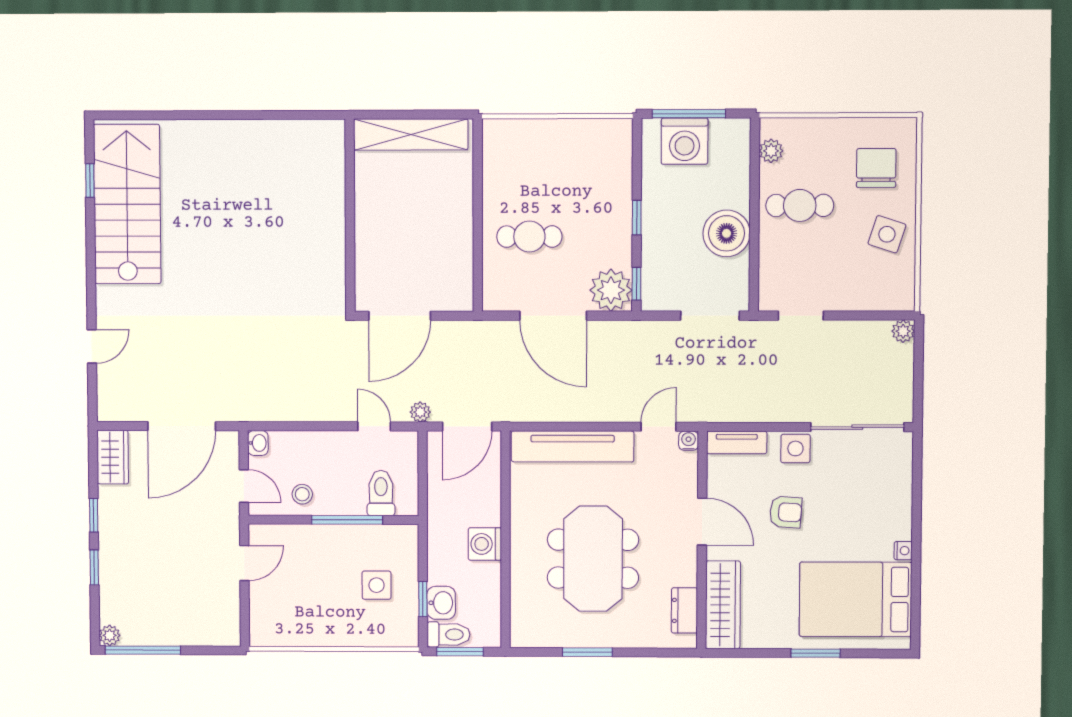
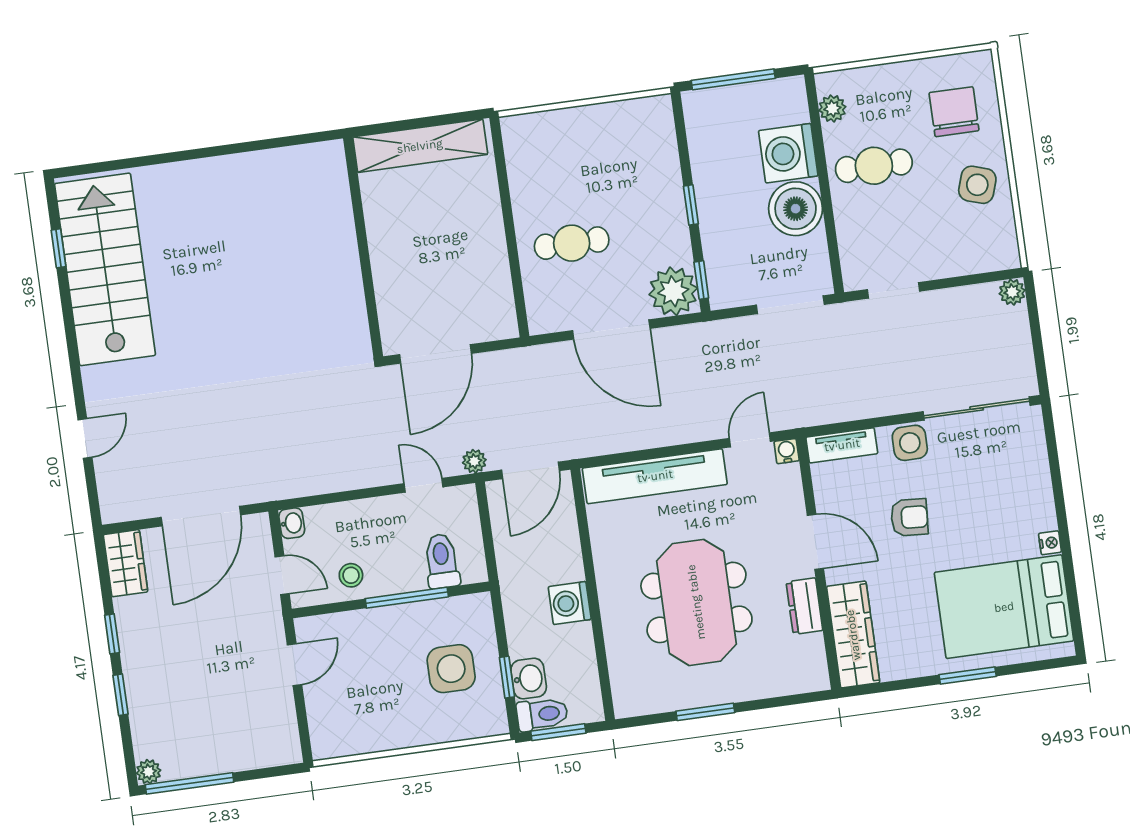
washing machine: (685, 141) -> (788, 153), moved, turned 90
side table: (377, 585) -> (451, 669), width x1.37, depth x1.37
dresser: (684, 610) -> (804, 606), moved

